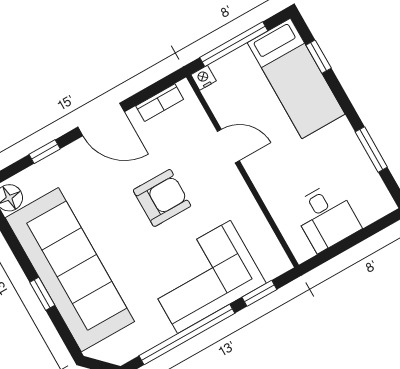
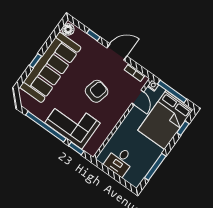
bed: (296, 78) -> (165, 120), width x1.50
door: (101, 119) -> (117, 52), swing flipped
door: (228, 146) -> (138, 97), moved
window: (371, 150) -> (155, 167), width x1.44
armchair: (162, 198) -> (97, 91), turned -76

